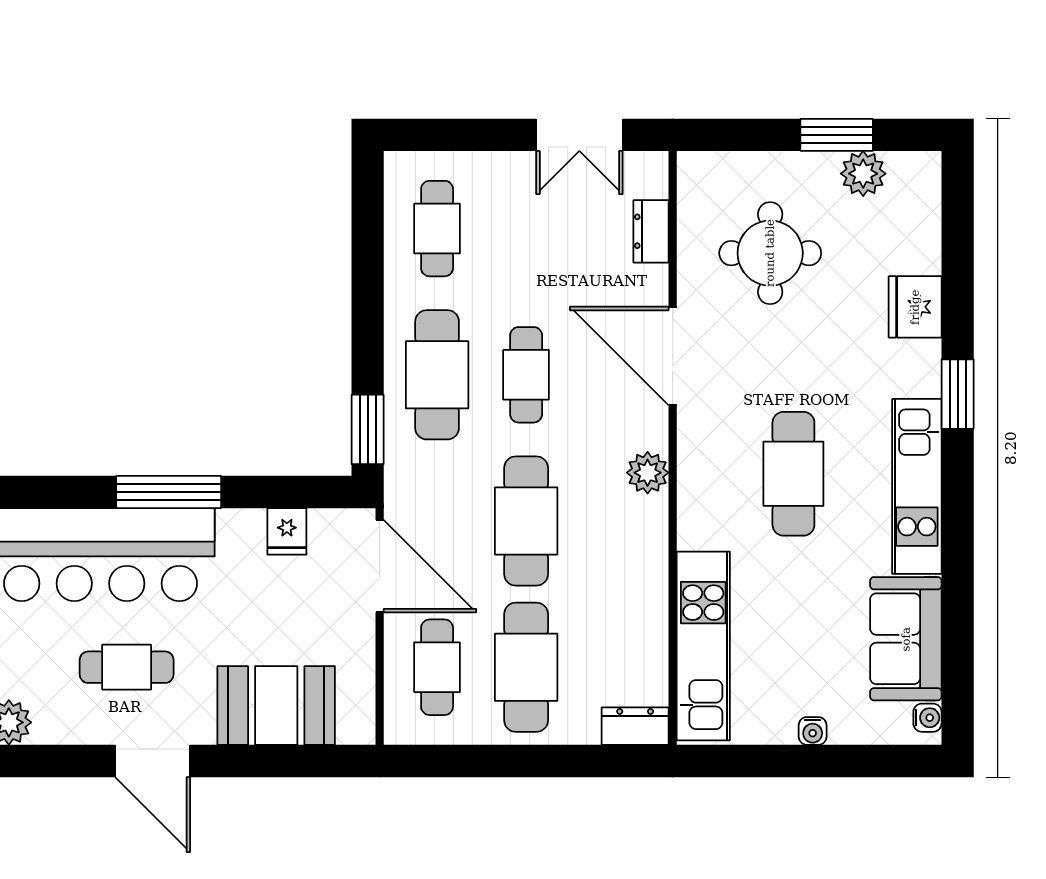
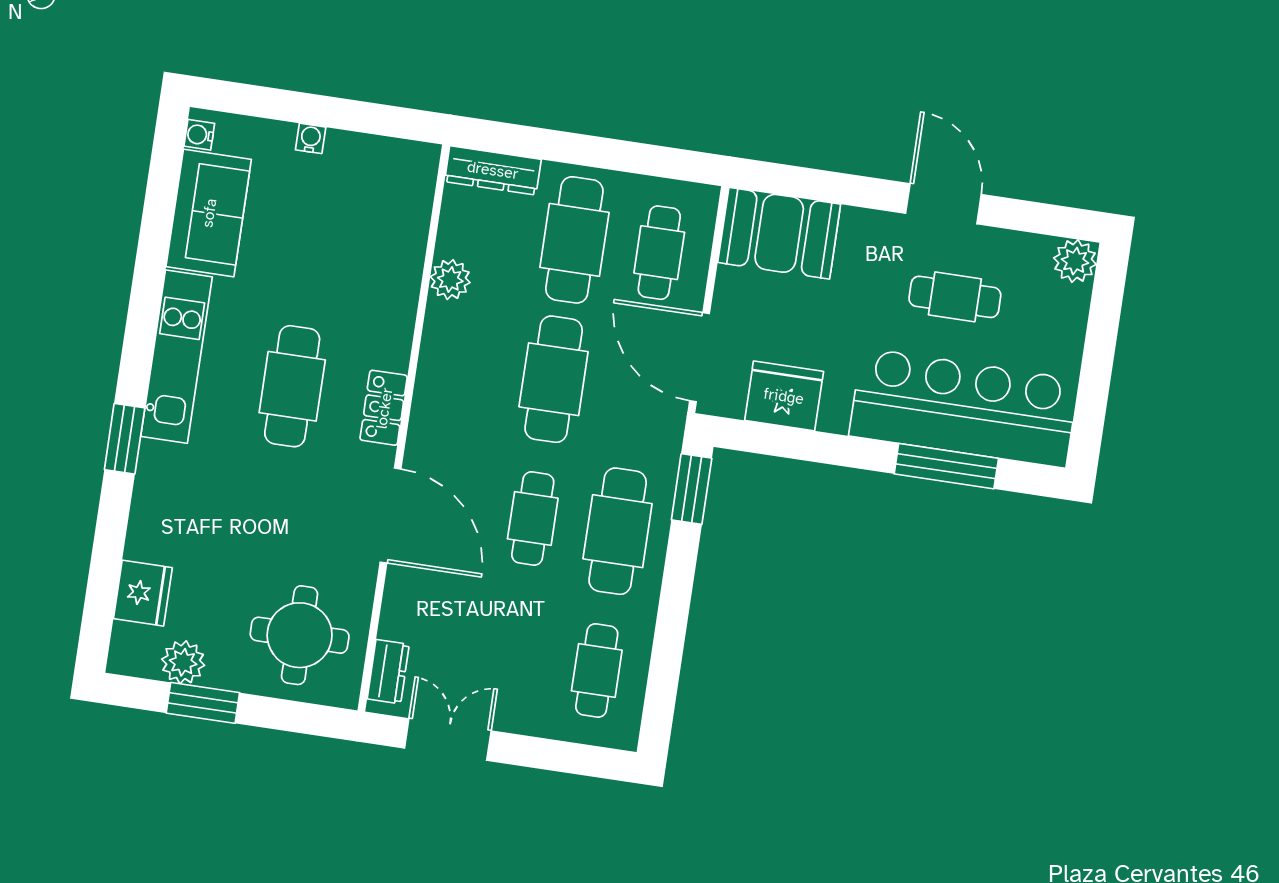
dresser: (651, 231) -> (388, 672), moved
round table: (770, 253) -> (300, 635), moved
fridge: (915, 307) -> (143, 593), moved
locker: (696, 466) -> (384, 408), added
plant: (648, 473) -> (450, 280), moved
window: (169, 492) -> (946, 466), moved
fridge: (287, 531) -> (784, 396), width x1.88, depth x1.34
kitchen unit: (703, 646) -> (403, 235), removed
booth: (276, 705) -> (779, 233), moved
dresser: (635, 726) -> (493, 170), width x1.44

